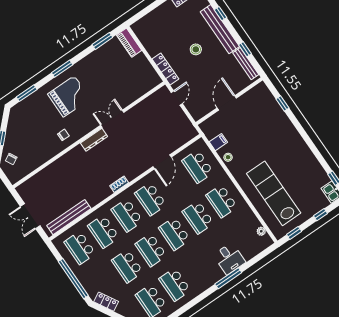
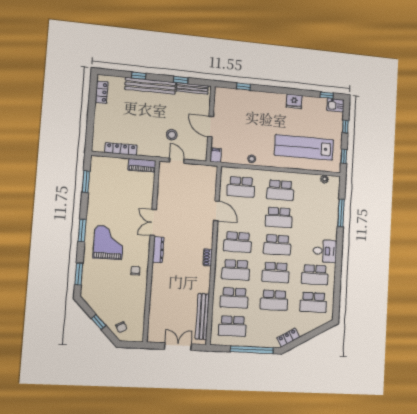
piano: (129, 43) -> (142, 165), moved
stool: (196, 49) -> (172, 135), moved
locker: (165, 69) -> (121, 149), moved
filing cabinet: (218, 142) -> (216, 155), moved
fridge: (306, 155) -> (294, 101), added
double door: (30, 216) -> (178, 347), swing flipped
desk: (229, 259) -> (325, 251), moved
window: (228, 278) -> (341, 213), moved

